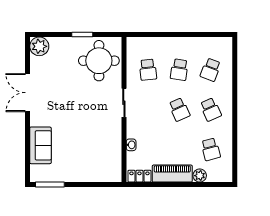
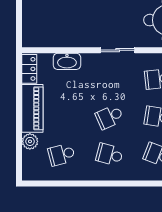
school desk: (211, 110) -> (109, 155), turned 39
washbasin: (131, 145) -> (67, 61), width x1.91, depth x1.45

